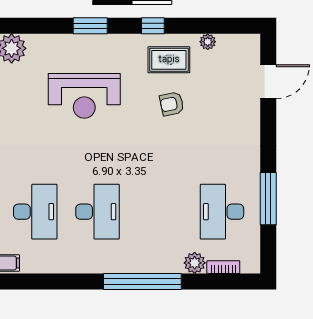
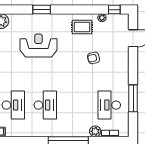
window: (153, 26) -> (114, 10), moved
reception desk: (84, 96) -> (38, 46), turned 180
armchair: (172, 104) -> (94, 58), moved

